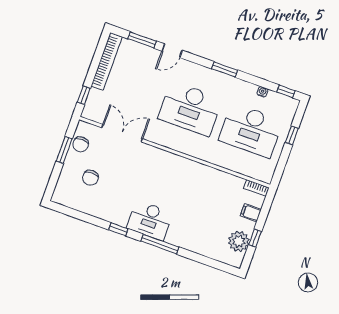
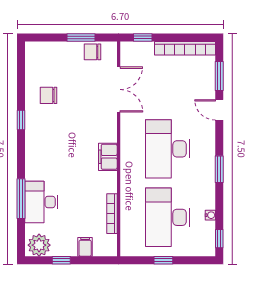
window: (292, 135) -> (163, 260), moved
filing cabinet: (178, 164) -> (108, 157), added
chair: (90, 178) -> (48, 95), moved
bookcase: (256, 188) -> (112, 214), moved, width x1.56
desk: (150, 220) -> (41, 202), moved
plant: (239, 241) -> (39, 245), moved
window: (160, 244) -> (21, 199), moved

